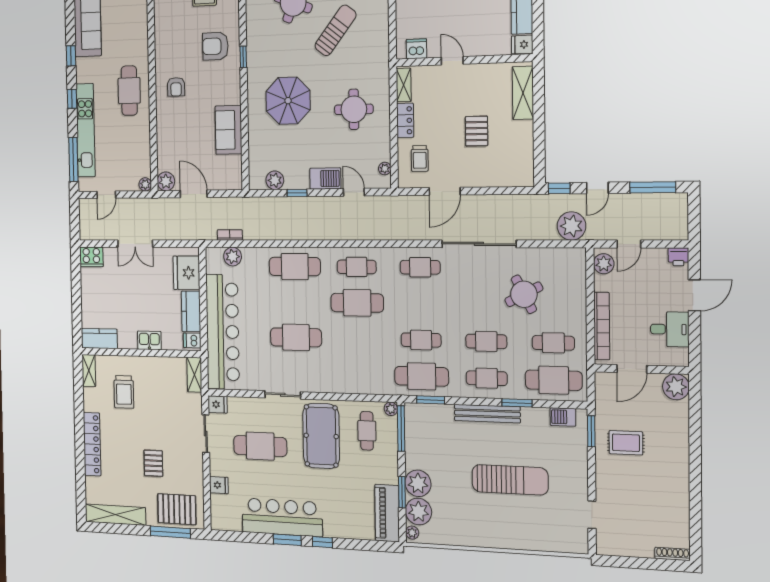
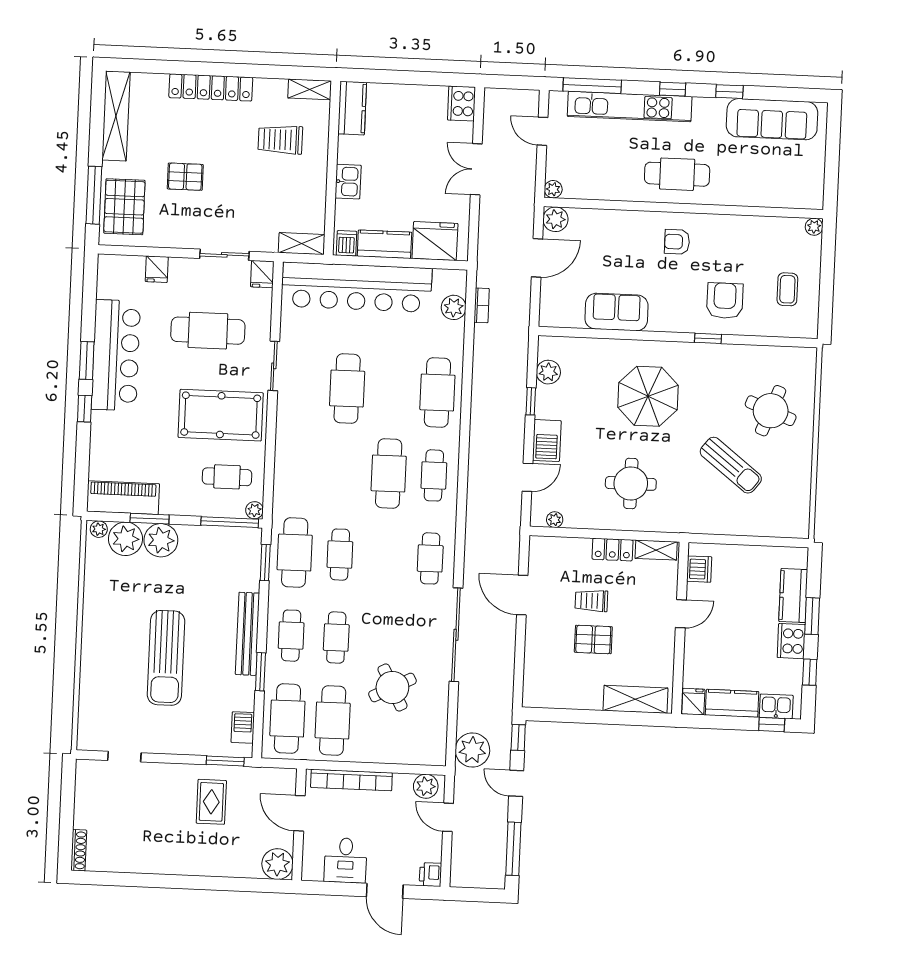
trolley: (420, 159) -> (591, 601), moved
cafe table: (553, 343) -> (333, 720), width x1.37, depth x1.35
cafe table: (260, 446) -> (208, 331), turned 90

